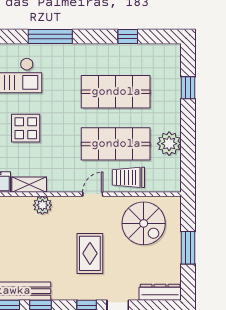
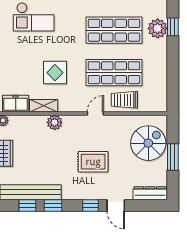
display table: (26, 128) -> (55, 73), moved
plant: (169, 144) -> (158, 28), moved
spiral stairs: (144, 223) -> (148, 143), moved, turned -90
rug: (90, 253) -> (93, 162), turned 90

